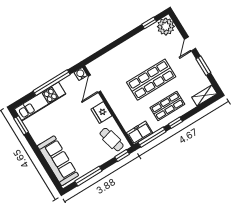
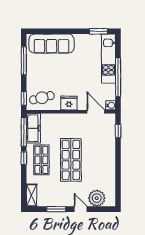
window: (149, 23) -> (118, 131), moved
plant: (166, 27) -> (97, 198), moved
freezer: (140, 133) -> (33, 128), width x1.40

